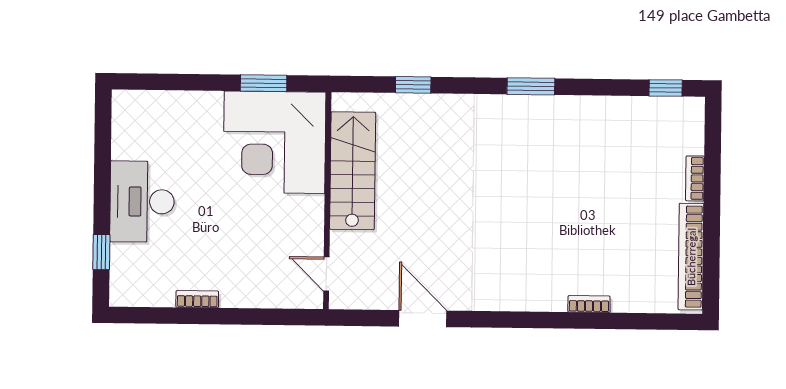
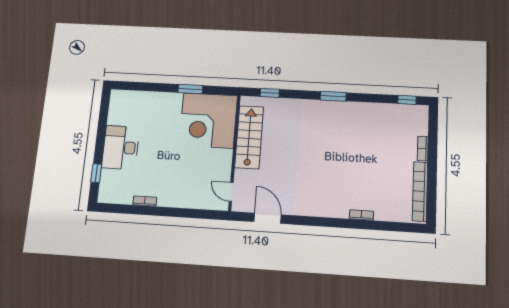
corner desk: (275, 142) -> (208, 120), moved
stairs: (353, 171) -> (249, 137), moved
wall: (327, 201) -> (234, 152), moved
door: (326, 274) -> (231, 192), moved

